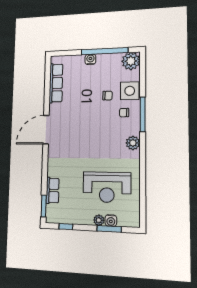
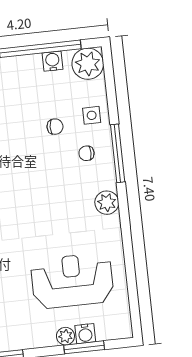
water cooler: (90, 59) -> (52, 61), moved
side table: (130, 91) -> (92, 115), width x0.54, depth x0.54
reception desk: (107, 187) -> (72, 281), turned 180

